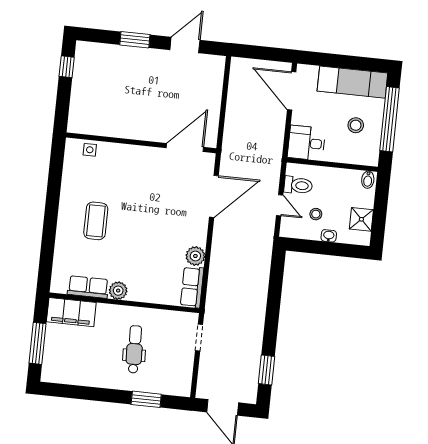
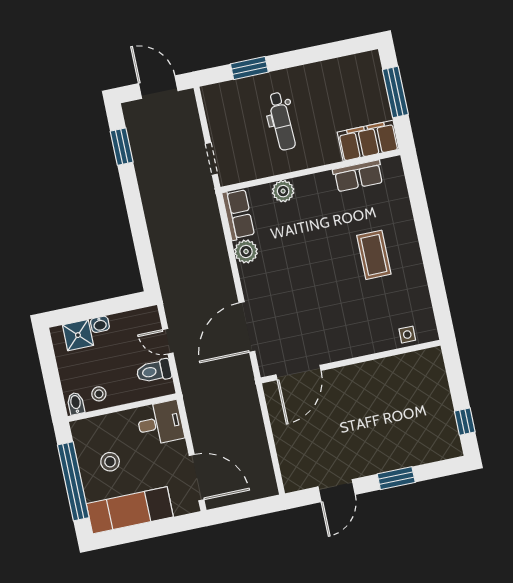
stool: (316, 214) -> (99, 394), moved
shower: (361, 219) -> (78, 335), moved
plant: (118, 291) -> (283, 191), moved

